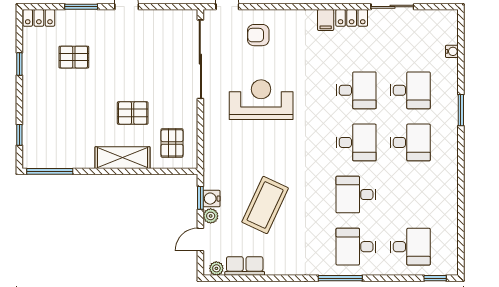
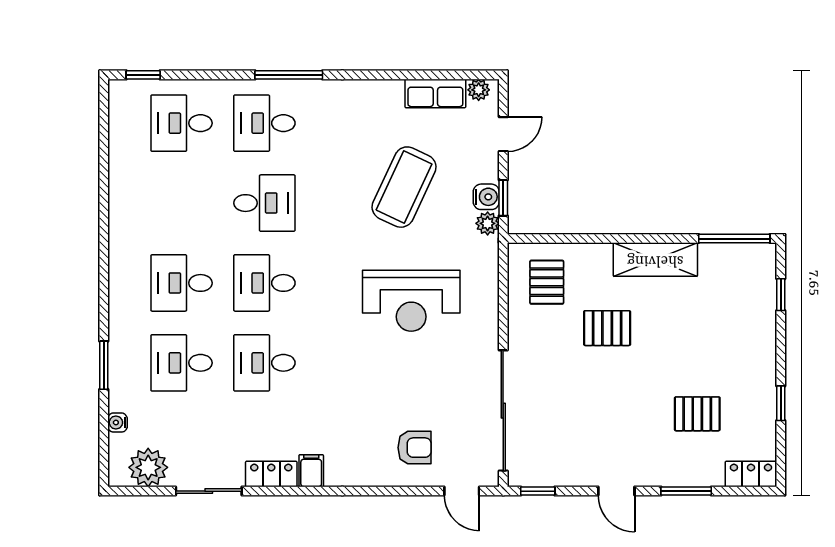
window: (178, 7) -> (538, 491), added
plant: (432, 22) -> (148, 467), added
reception desk: (261, 100) -> (411, 301), moved
window: (461, 110) -> (104, 365), moved
shelving: (122, 158) -> (655, 260), moved
plant: (211, 216) -> (488, 223), moved
desk: (356, 247) -> (264, 123), turned 180

